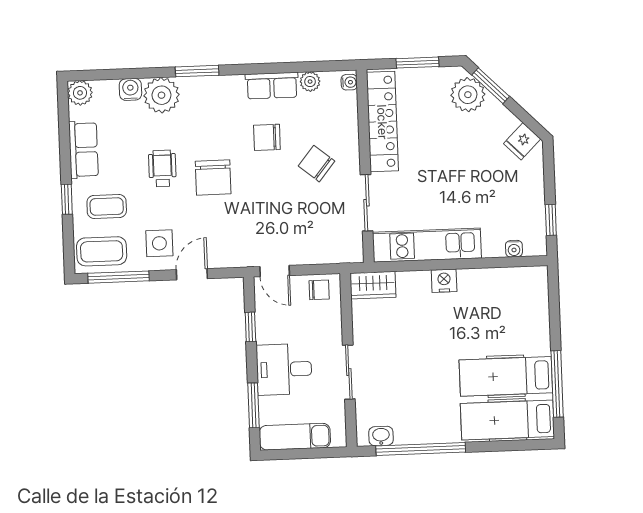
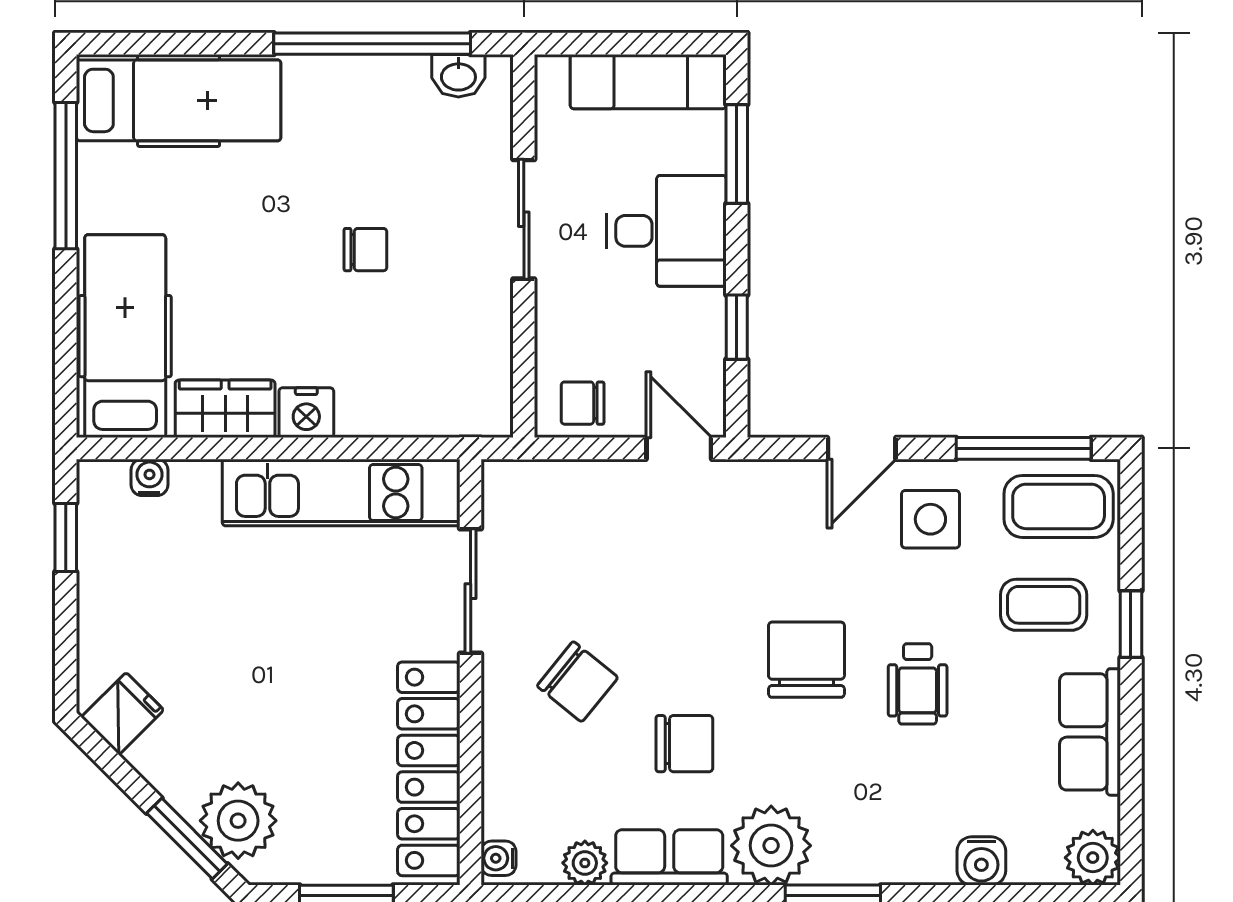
plant: (161, 95) -> (771, 846), moved
wardrobe: (373, 285) -> (225, 409), moved
chair: (420, 356) -> (365, 250), added
hospital bed: (506, 376) -> (125, 336), moved, turned -90

